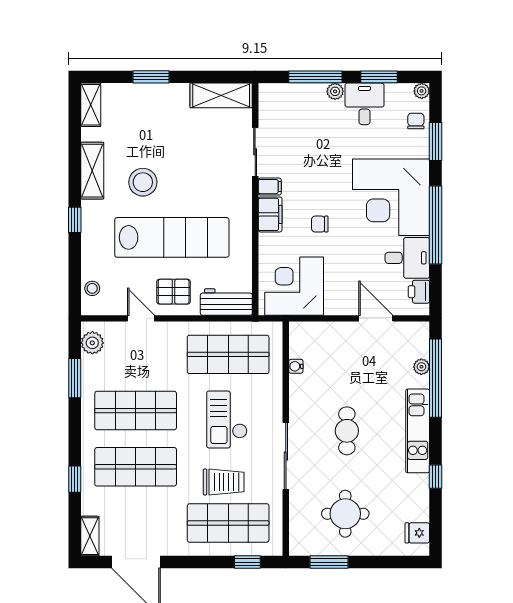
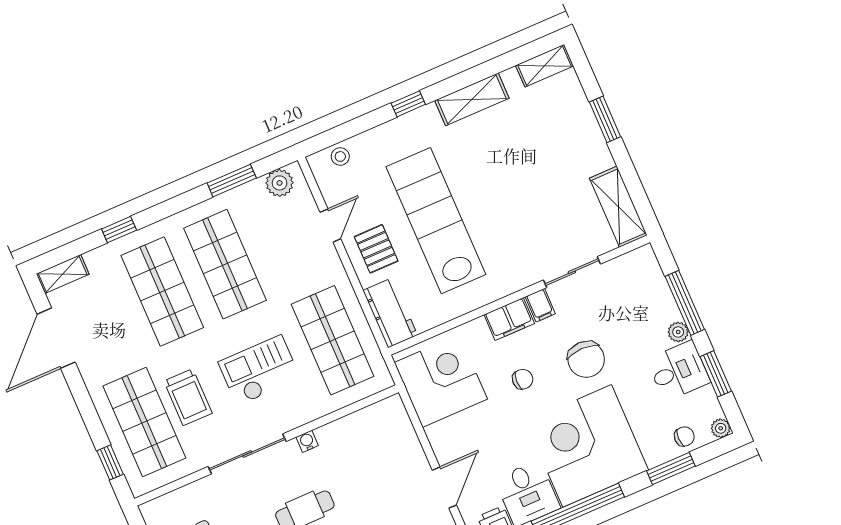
chair: (326, 170) -> (586, 359), added
stool: (143, 182) -> (483, 161), removed
chair: (320, 224) -> (523, 379), turned 91
lab bench: (172, 237) -> (436, 221), turned 180
water cooler: (296, 366) -> (307, 441), moved

